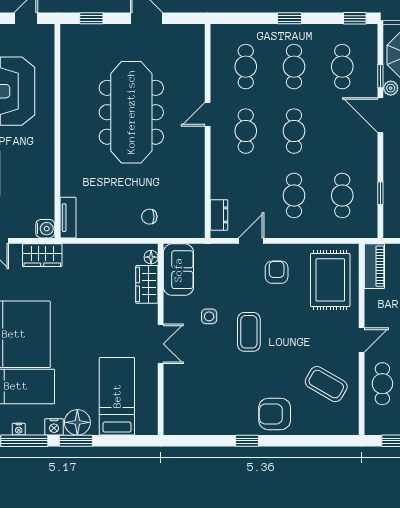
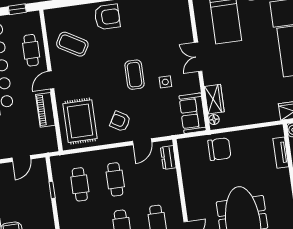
chair: (149, 217) -> (219, 149), width x1.87, depth x1.87
tv unit: (68, 218) -> (281, 153), moved
piano: (374, 266) -> (45, 110), moved
armchair: (277, 272) -> (120, 121), turned 120

